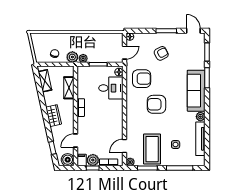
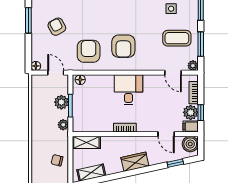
plant: (72, 57) -> (61, 102), moved
shelving: (69, 88) -> (86, 142), moved
desk: (111, 88) -> (129, 90), moved
armchair: (156, 104) -> (123, 46), moved
coffee table: (152, 149) -> (177, 38), width x0.73, depth x0.76

